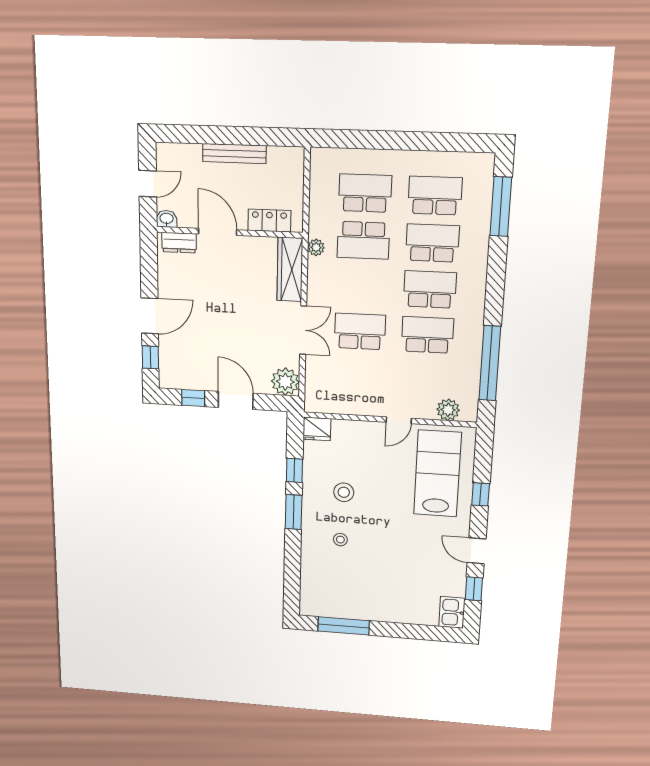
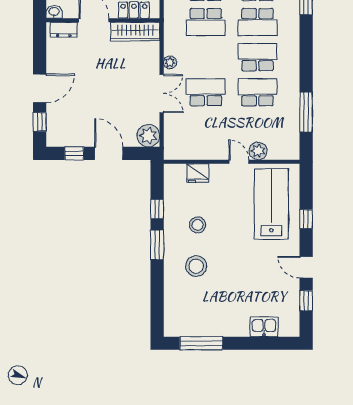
school desk: (432, 243) -> (258, 22), turned 180
plant: (316, 247) -> (170, 62), moved
wardrobe: (290, 269) -> (135, 32), moved, turned -90
window: (490, 363) -> (306, 112), width x0.68
plant: (448, 410) -> (258, 151), moved
door: (399, 420) -> (239, 162), swing flipped
fridge: (317, 429) -> (198, 173), moved
stool: (340, 540) -> (196, 266), width x1.89, depth x1.89
kitchen sink: (452, 612) -> (264, 327), moved, turned 90

